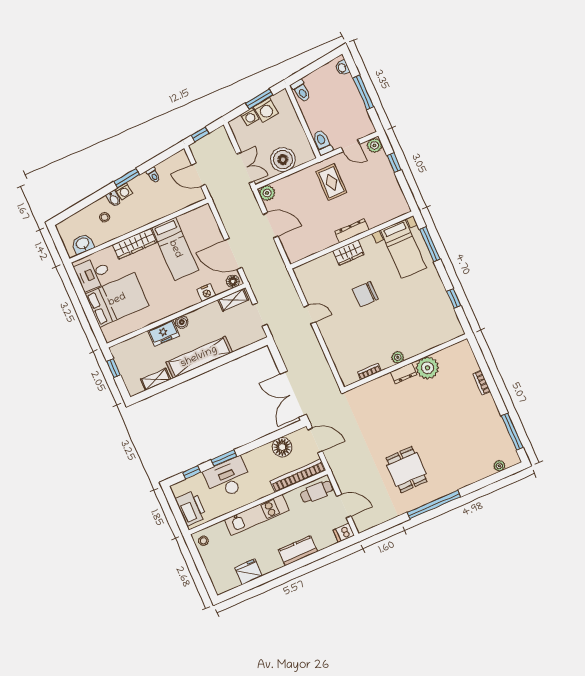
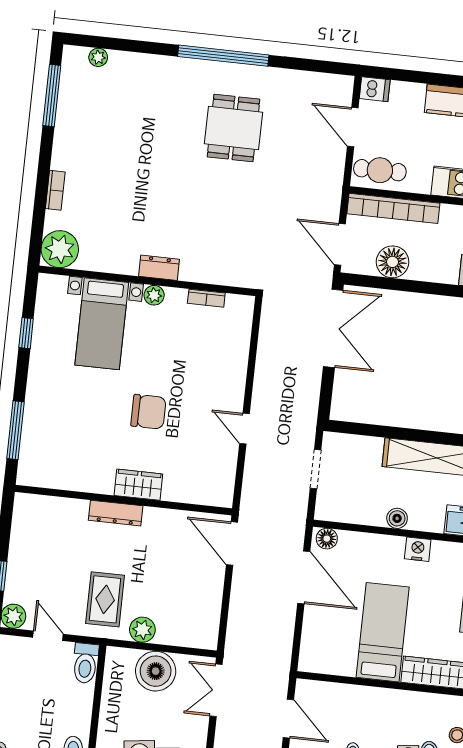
plant: (267, 193) -> (142, 630), moved
door: (270, 225) -> (232, 543), moved
bed with nightstands: (403, 249) -> (102, 324), moved, turned 180
nightstand: (206, 293) -> (418, 549), moved
shelving: (233, 300) -> (342, 512), removed
boiler: (182, 322) -> (397, 518), moved
plant: (428, 368) -> (60, 249), moved

